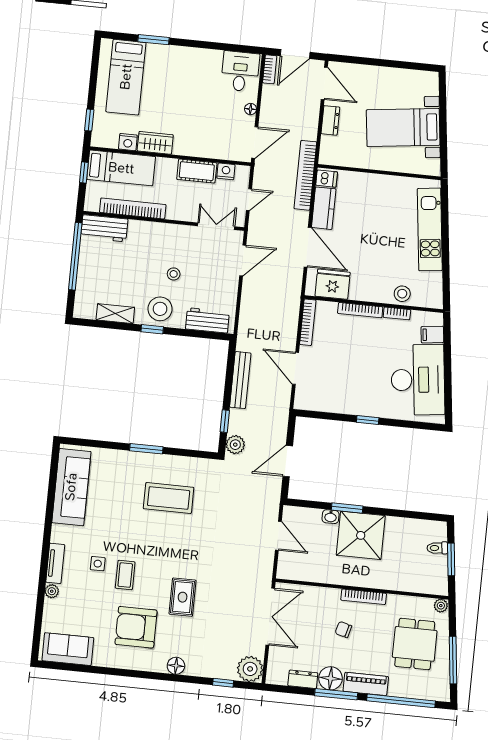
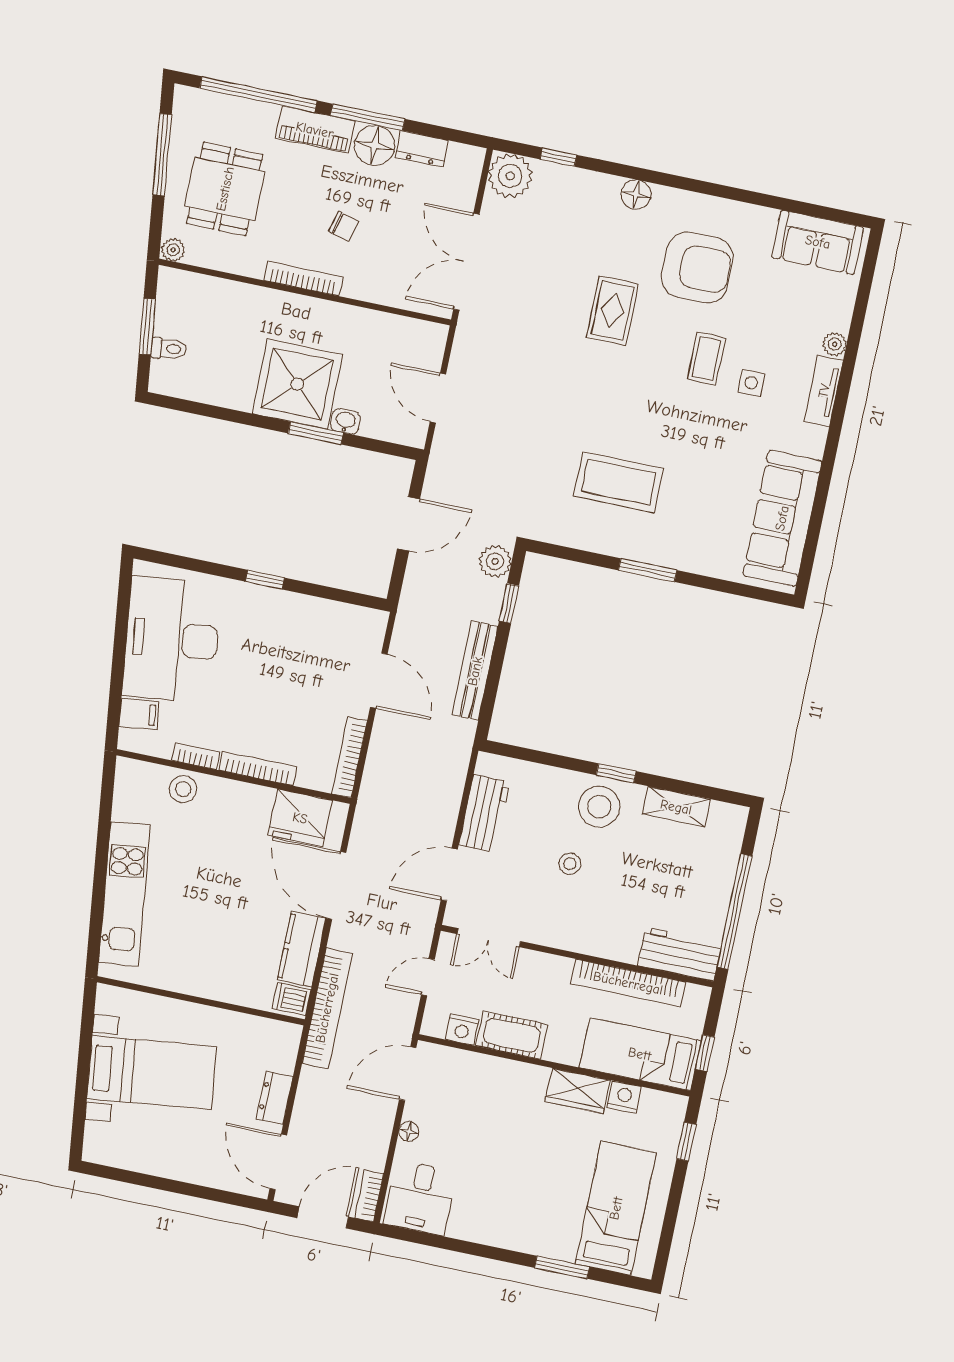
workbench: (207, 320) -> (484, 814), moved, turned -90

